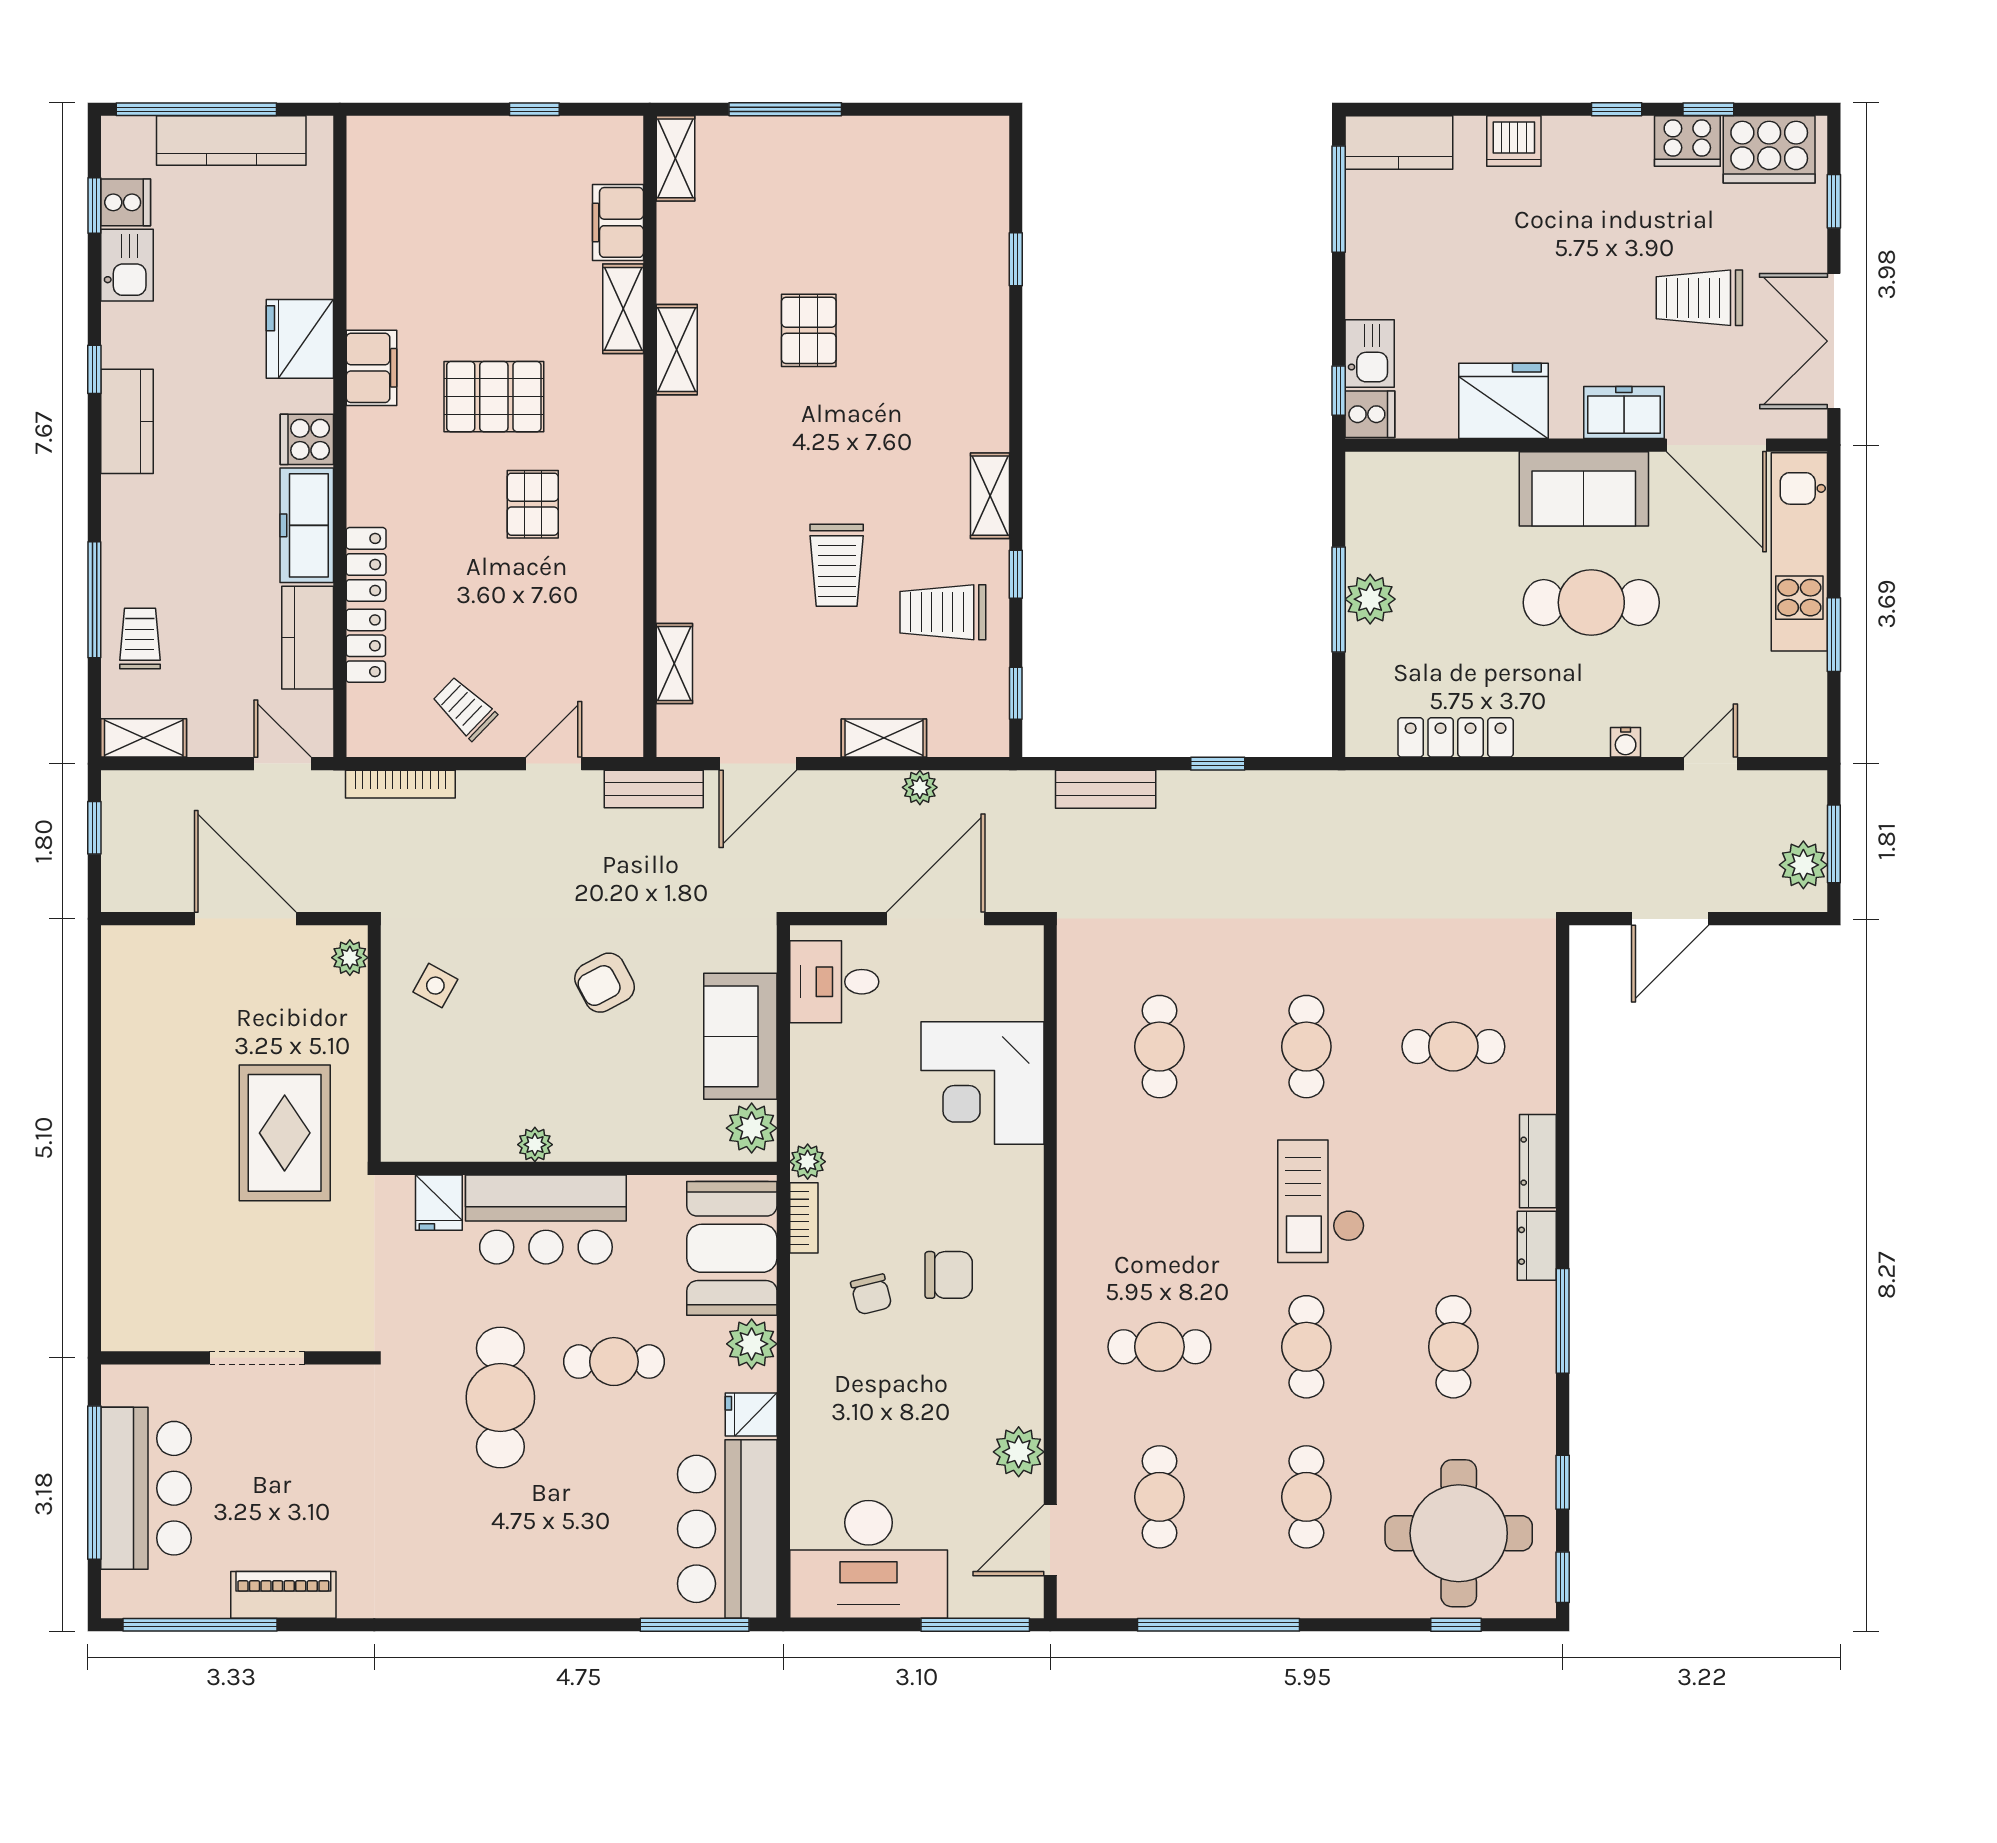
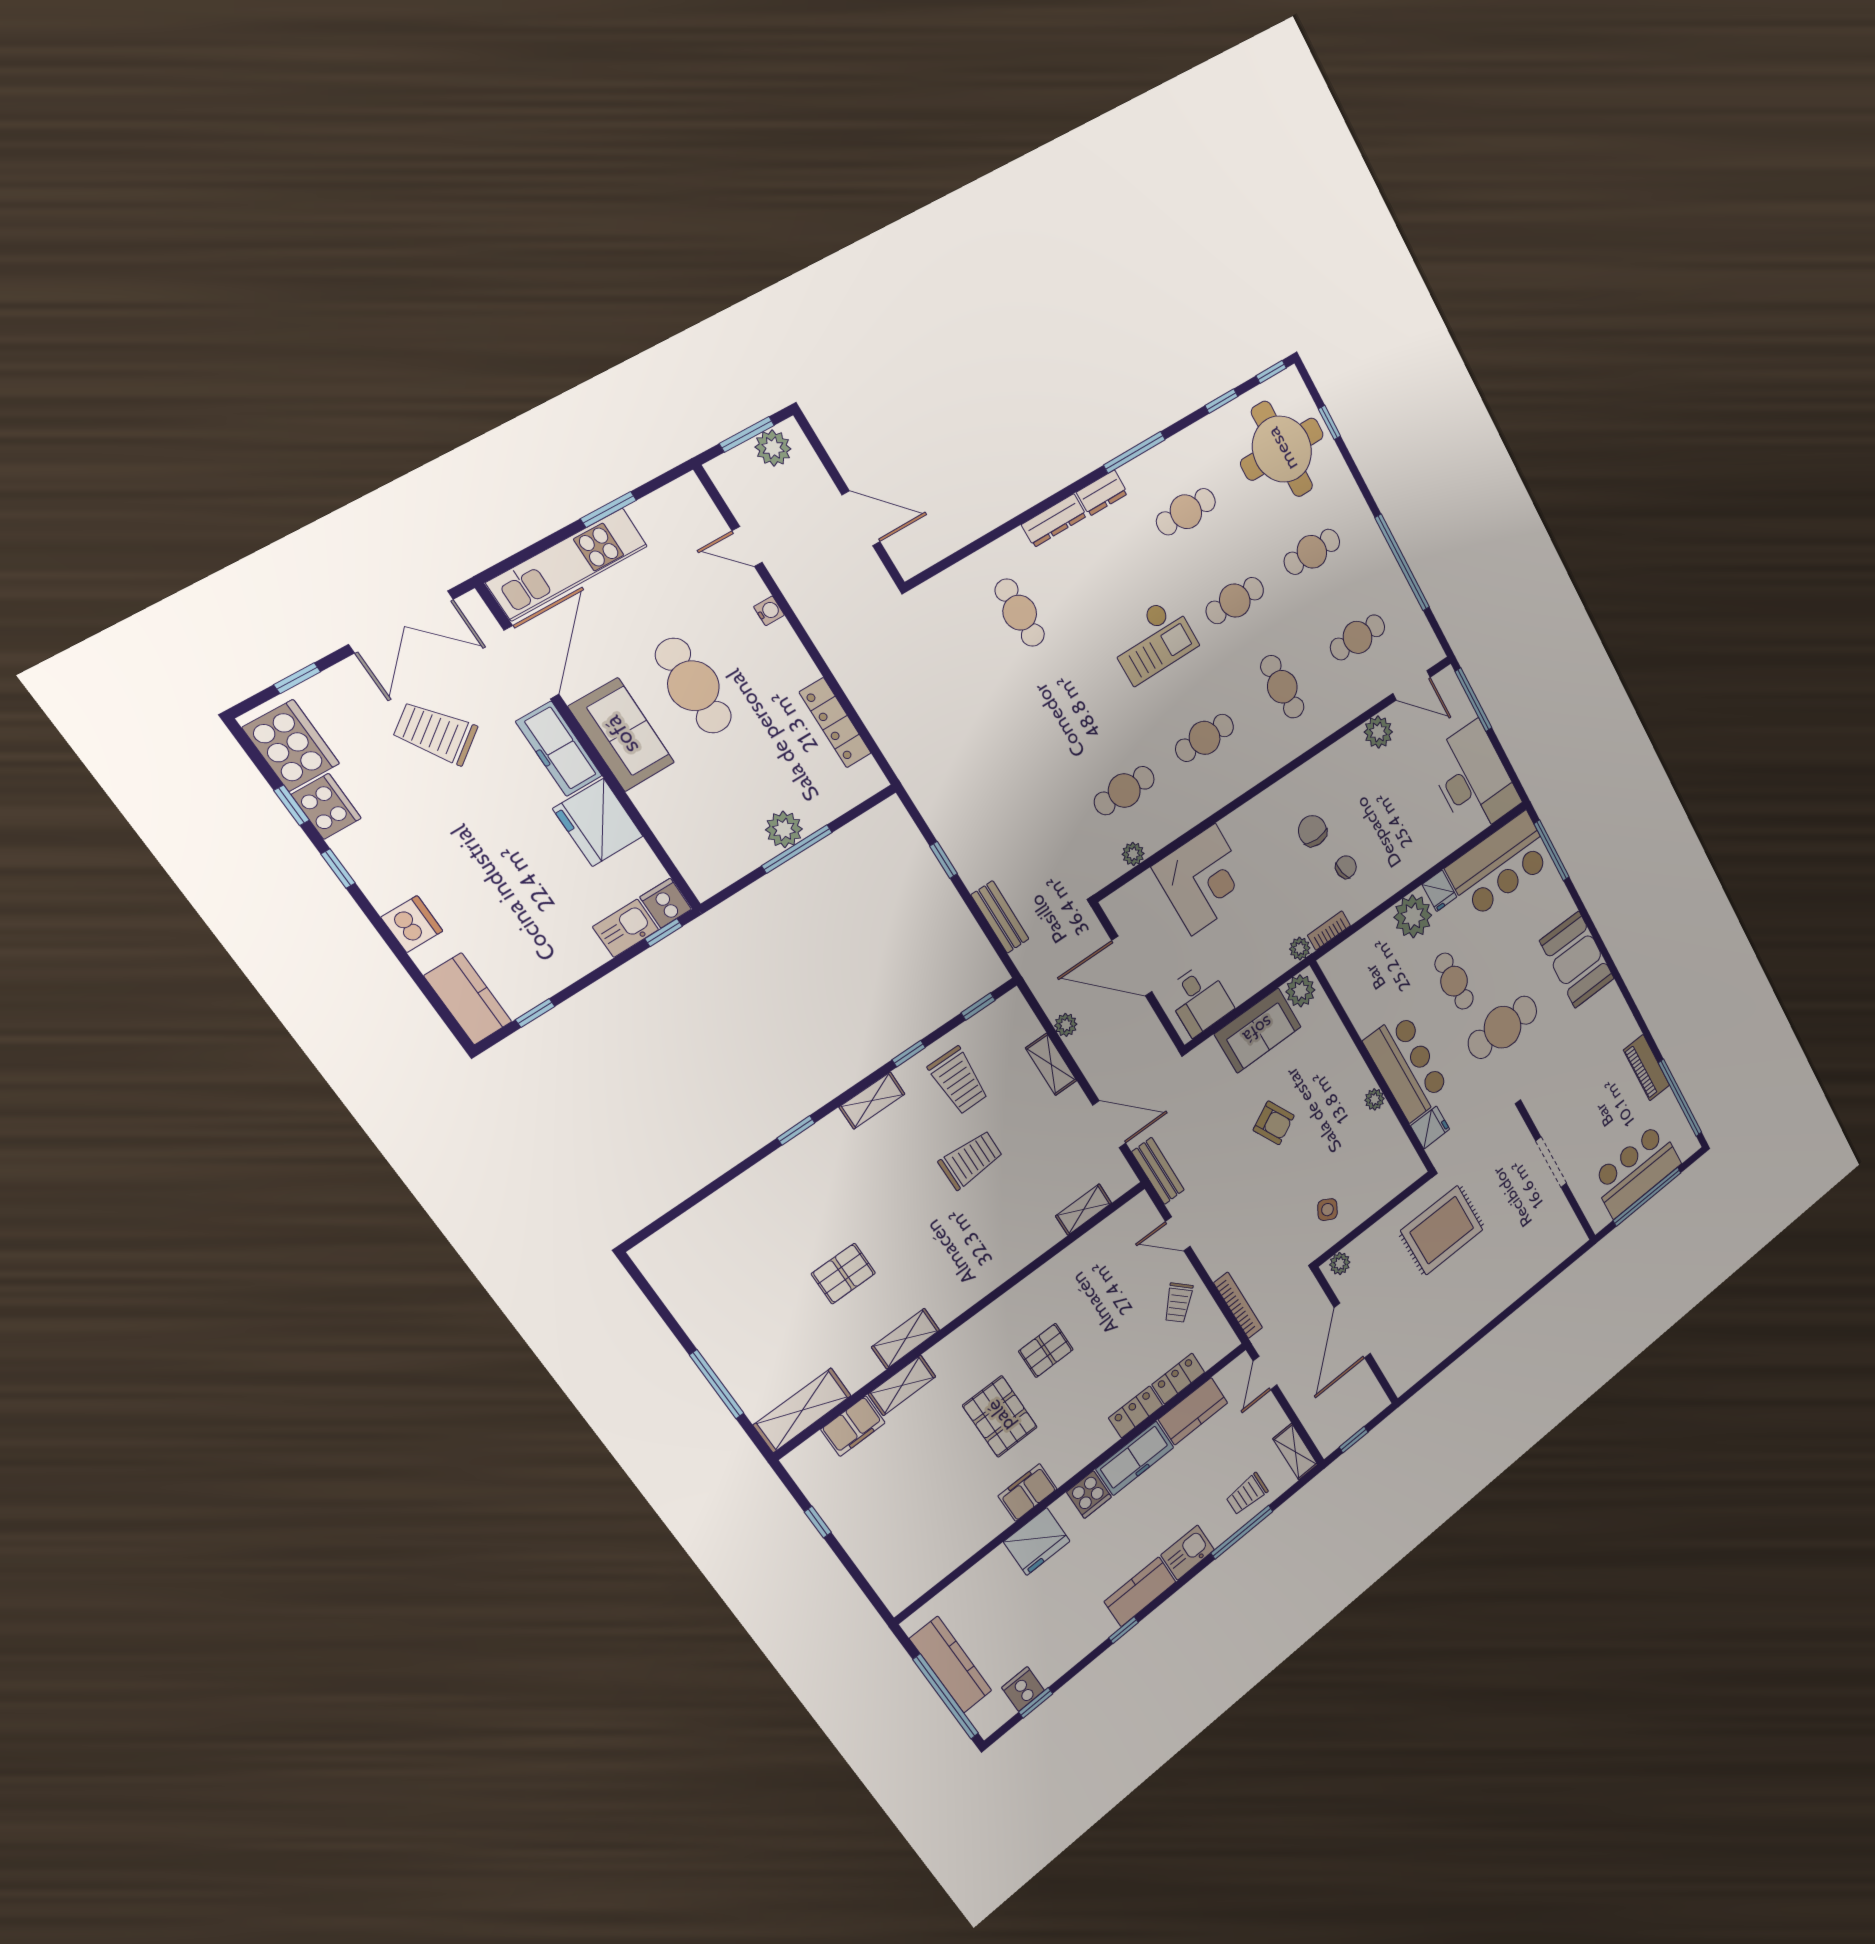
shelving: (676, 158) -> (802, 1410), width x1.50, depth x1.33
window: (1339, 199) -> (535, 1013), width x0.46
window: (1016, 259) -> (796, 1130), moved
kitchen sink: (127, 265) -> (1188, 1553), moved
trolley: (1699, 298) -> (435, 733), turned 144
freezer: (1624, 413) -> (559, 749), width x1.40
plant: (1074, 1009) -> (1133, 854), added
cafe table: (1306, 1047) -> (1205, 738), moved
booth: (732, 1248) -> (1577, 960), moved, turned 90
plant: (752, 1344) -> (1413, 916), width x1.36, depth x1.36

